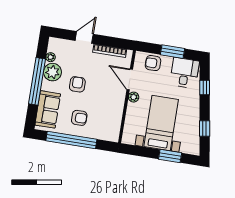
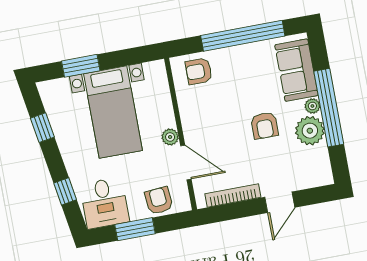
plant: (51, 57) -> (312, 106), moved
armchair: (153, 63) -> (159, 201), turned -95
armchair: (79, 118) -> (199, 71), moved

